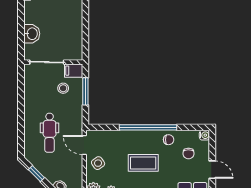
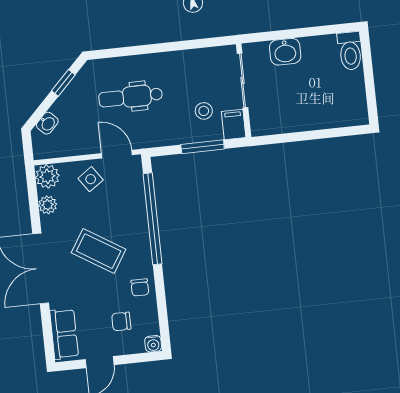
window: (148, 127) -> (152, 219), moved
door: (84, 145) -> (117, 154), hinge flipped
coffee table: (143, 163) -> (99, 251), turned -58

